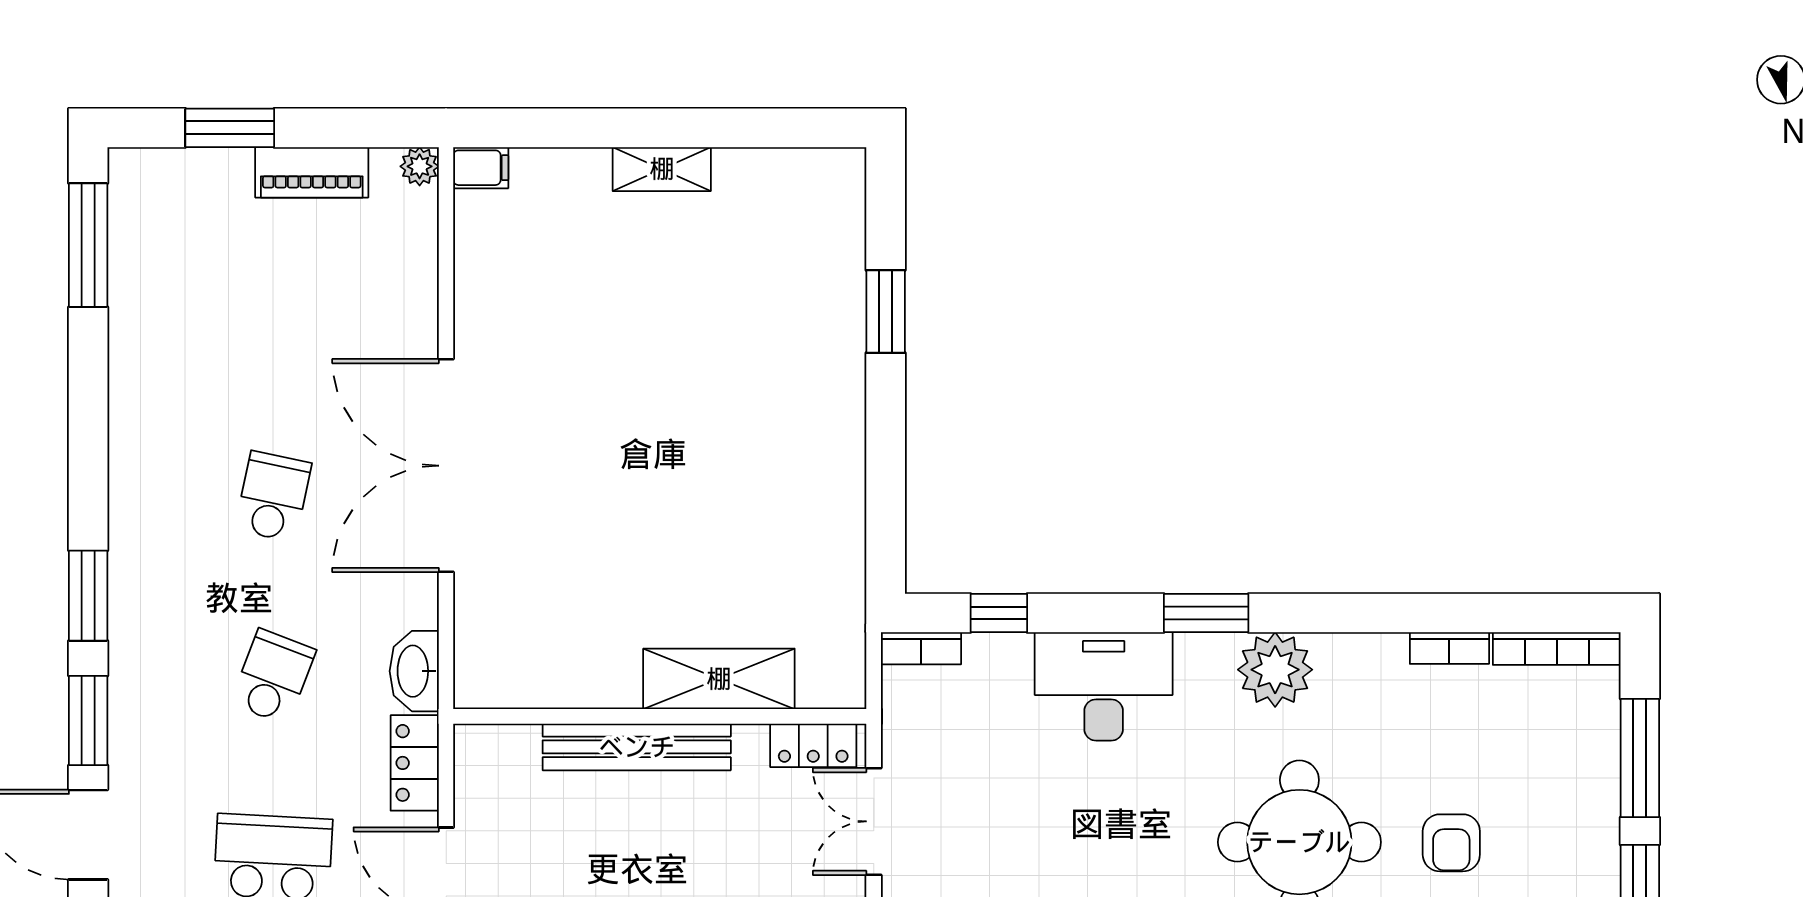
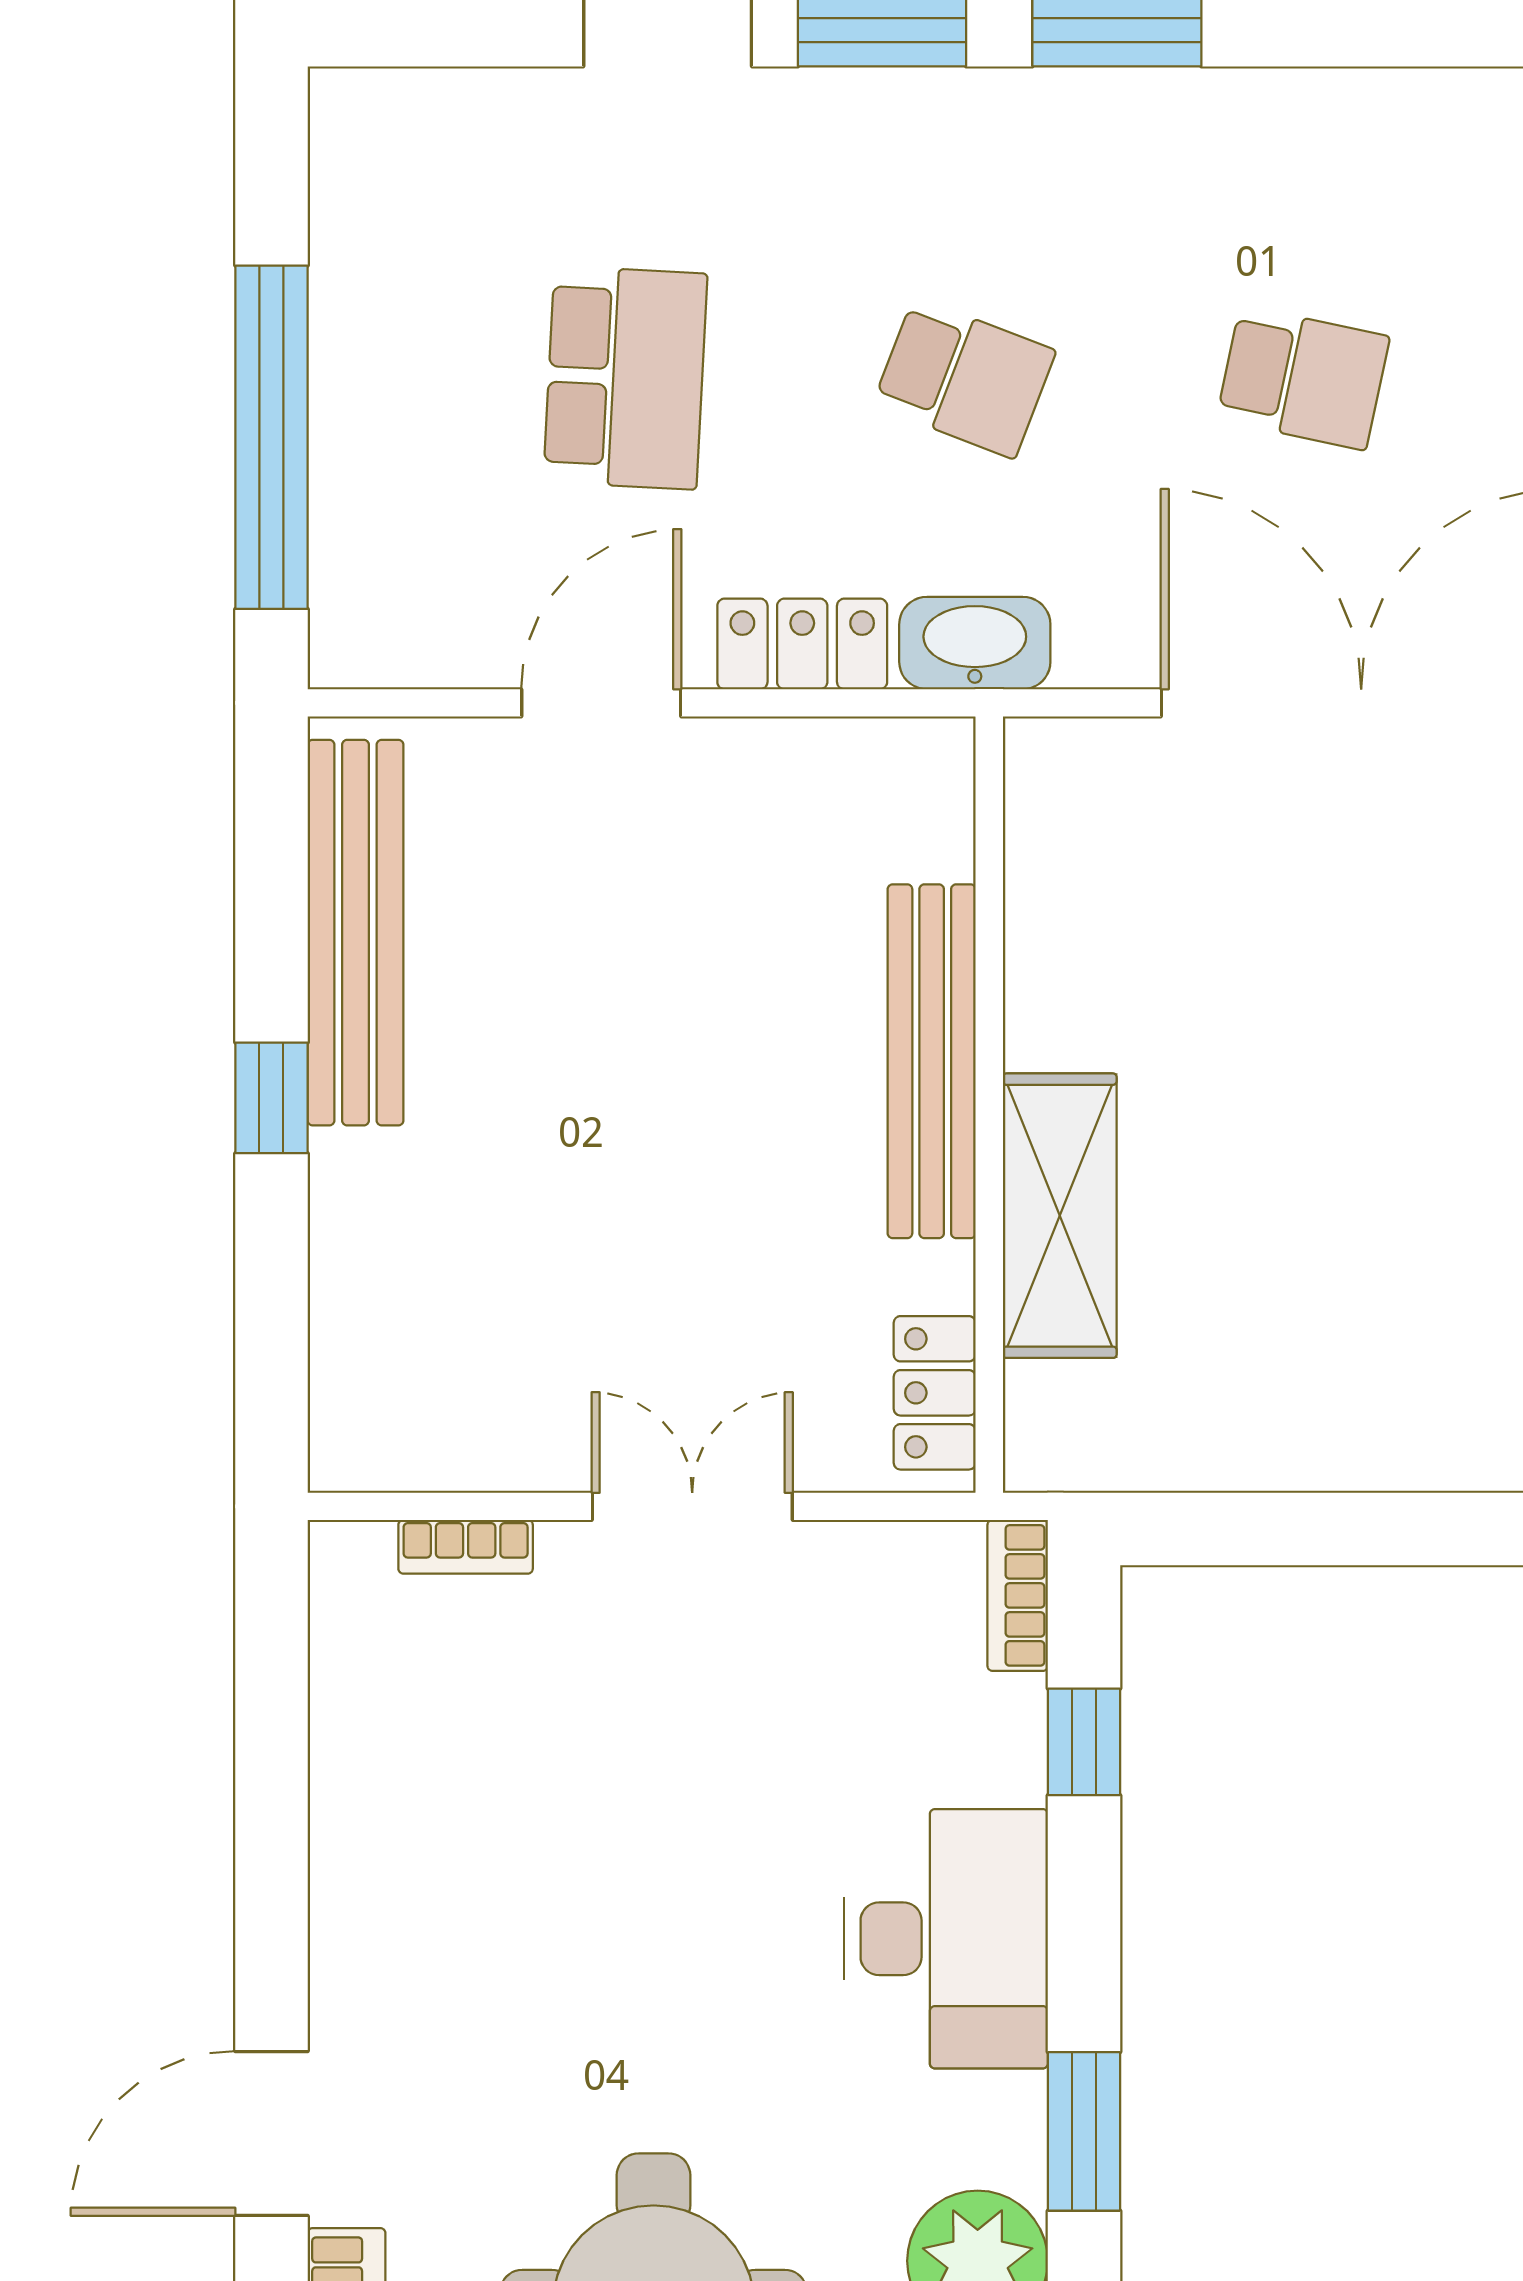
shelving: (719, 679) -> (1060, 1216), moved
wall: (660, 716) -> (989, 1105), moved
locker: (813, 745) -> (935, 1393), moved
bench: (637, 747) -> (932, 1061), moved

